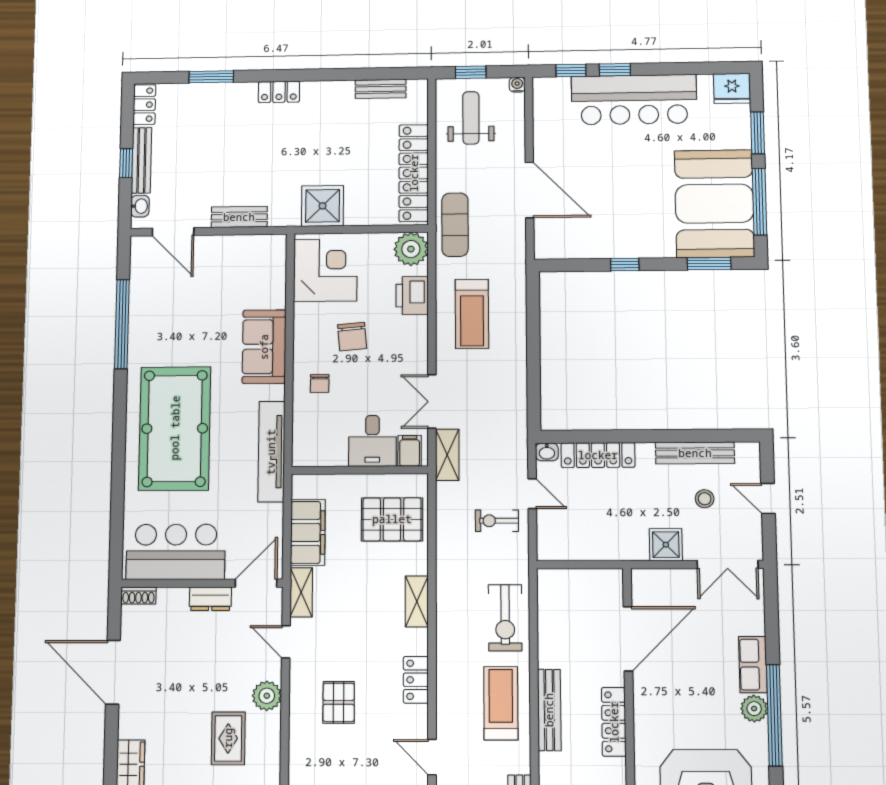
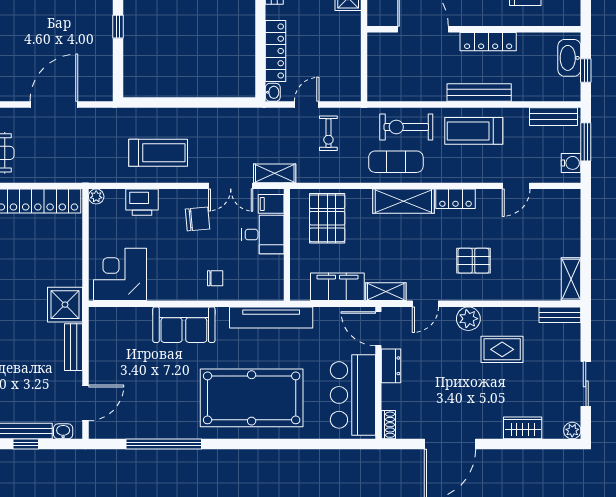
shower: (323, 206) -> (65, 305), moved
exercise mat: (455, 225) -> (396, 162), moved
plant: (411, 249) -> (96, 196), width x0.53, depth x0.53
chair: (352, 337) -> (197, 219), moved
shelving: (417, 601) -> (403, 201), width x1.50, depth x1.33
exercise bike: (505, 618) -> (406, 127), turned 180

